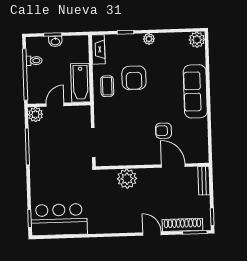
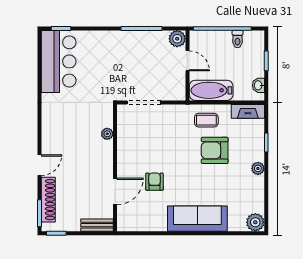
washbasin: (55, 41) -> (258, 85), moved
plant: (127, 179) -> (107, 134), width x0.53, depth x0.53

